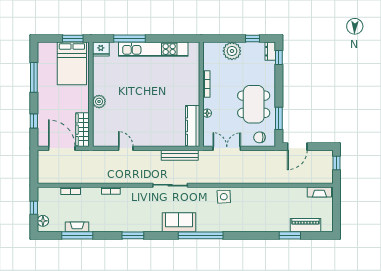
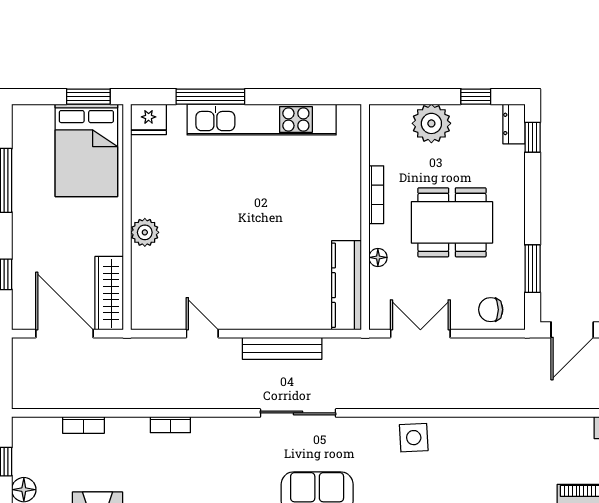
dining table: (254, 104) -> (452, 222), moved, turned 90
bench: (180, 155) -> (282, 348), moved

